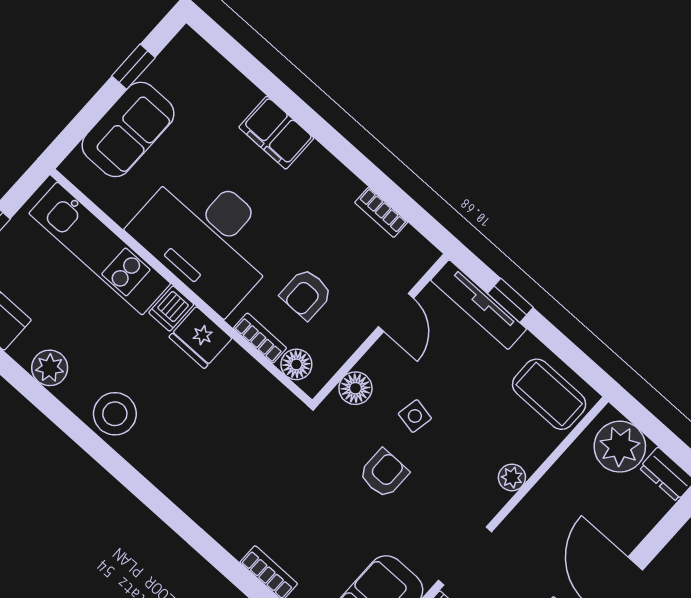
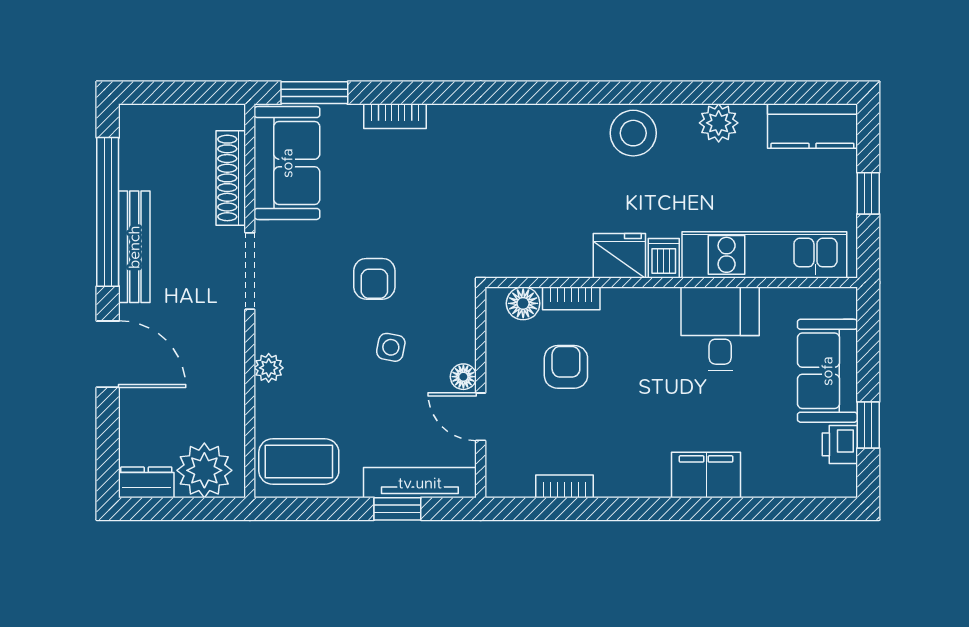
printer: (165, 71) -> (840, 444), added
desk: (207, 237) -> (720, 329), width x0.53, depth x0.77
floor lamp: (355, 388) -> (463, 377), moved, width x0.73, depth x0.73

